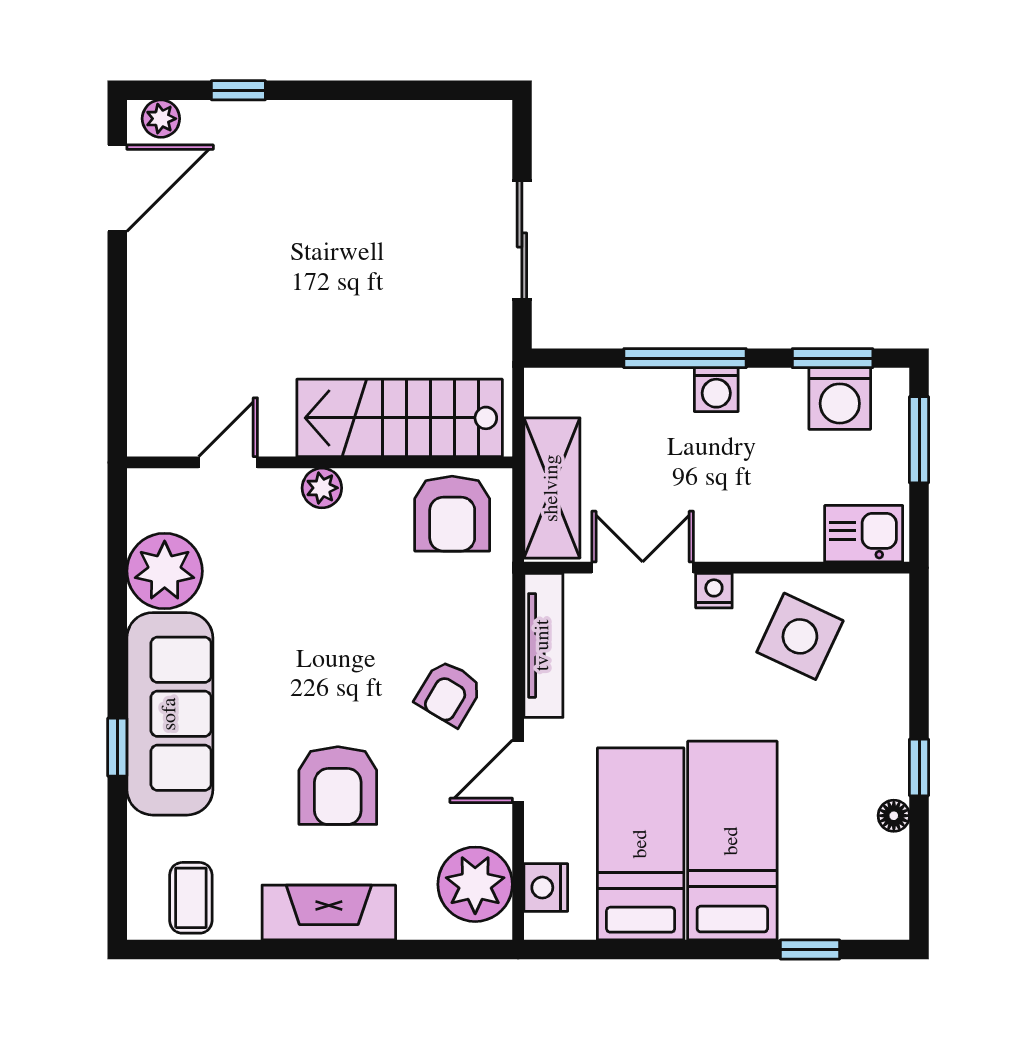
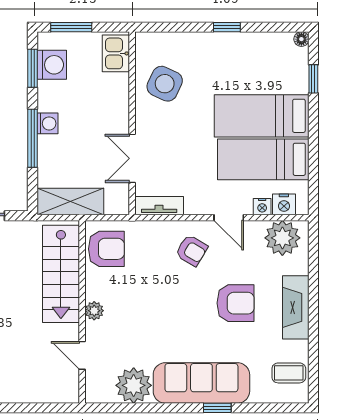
shelving: (552, 488) -> (70, 201), moved
nightstand: (714, 591) -> (262, 207), moved, turned -90
tv unit: (543, 645) -> (159, 206), width x0.71
floor lamp: (894, 816) -> (301, 39), moved

